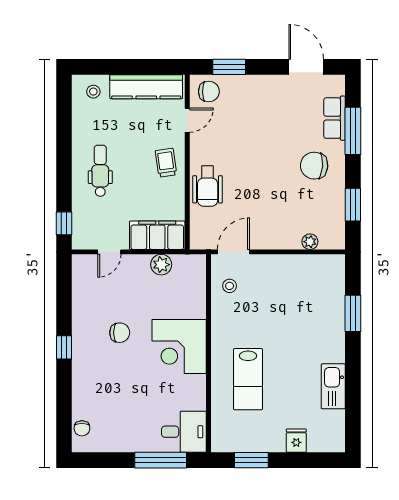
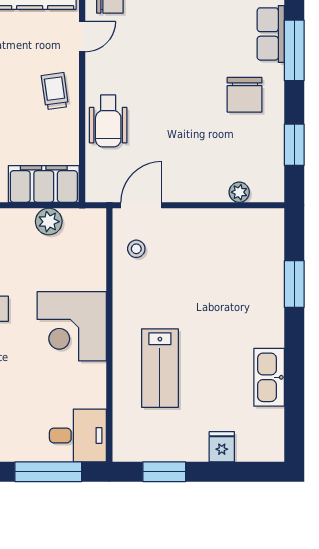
chair: (314, 166) -> (245, 95), turned -94

